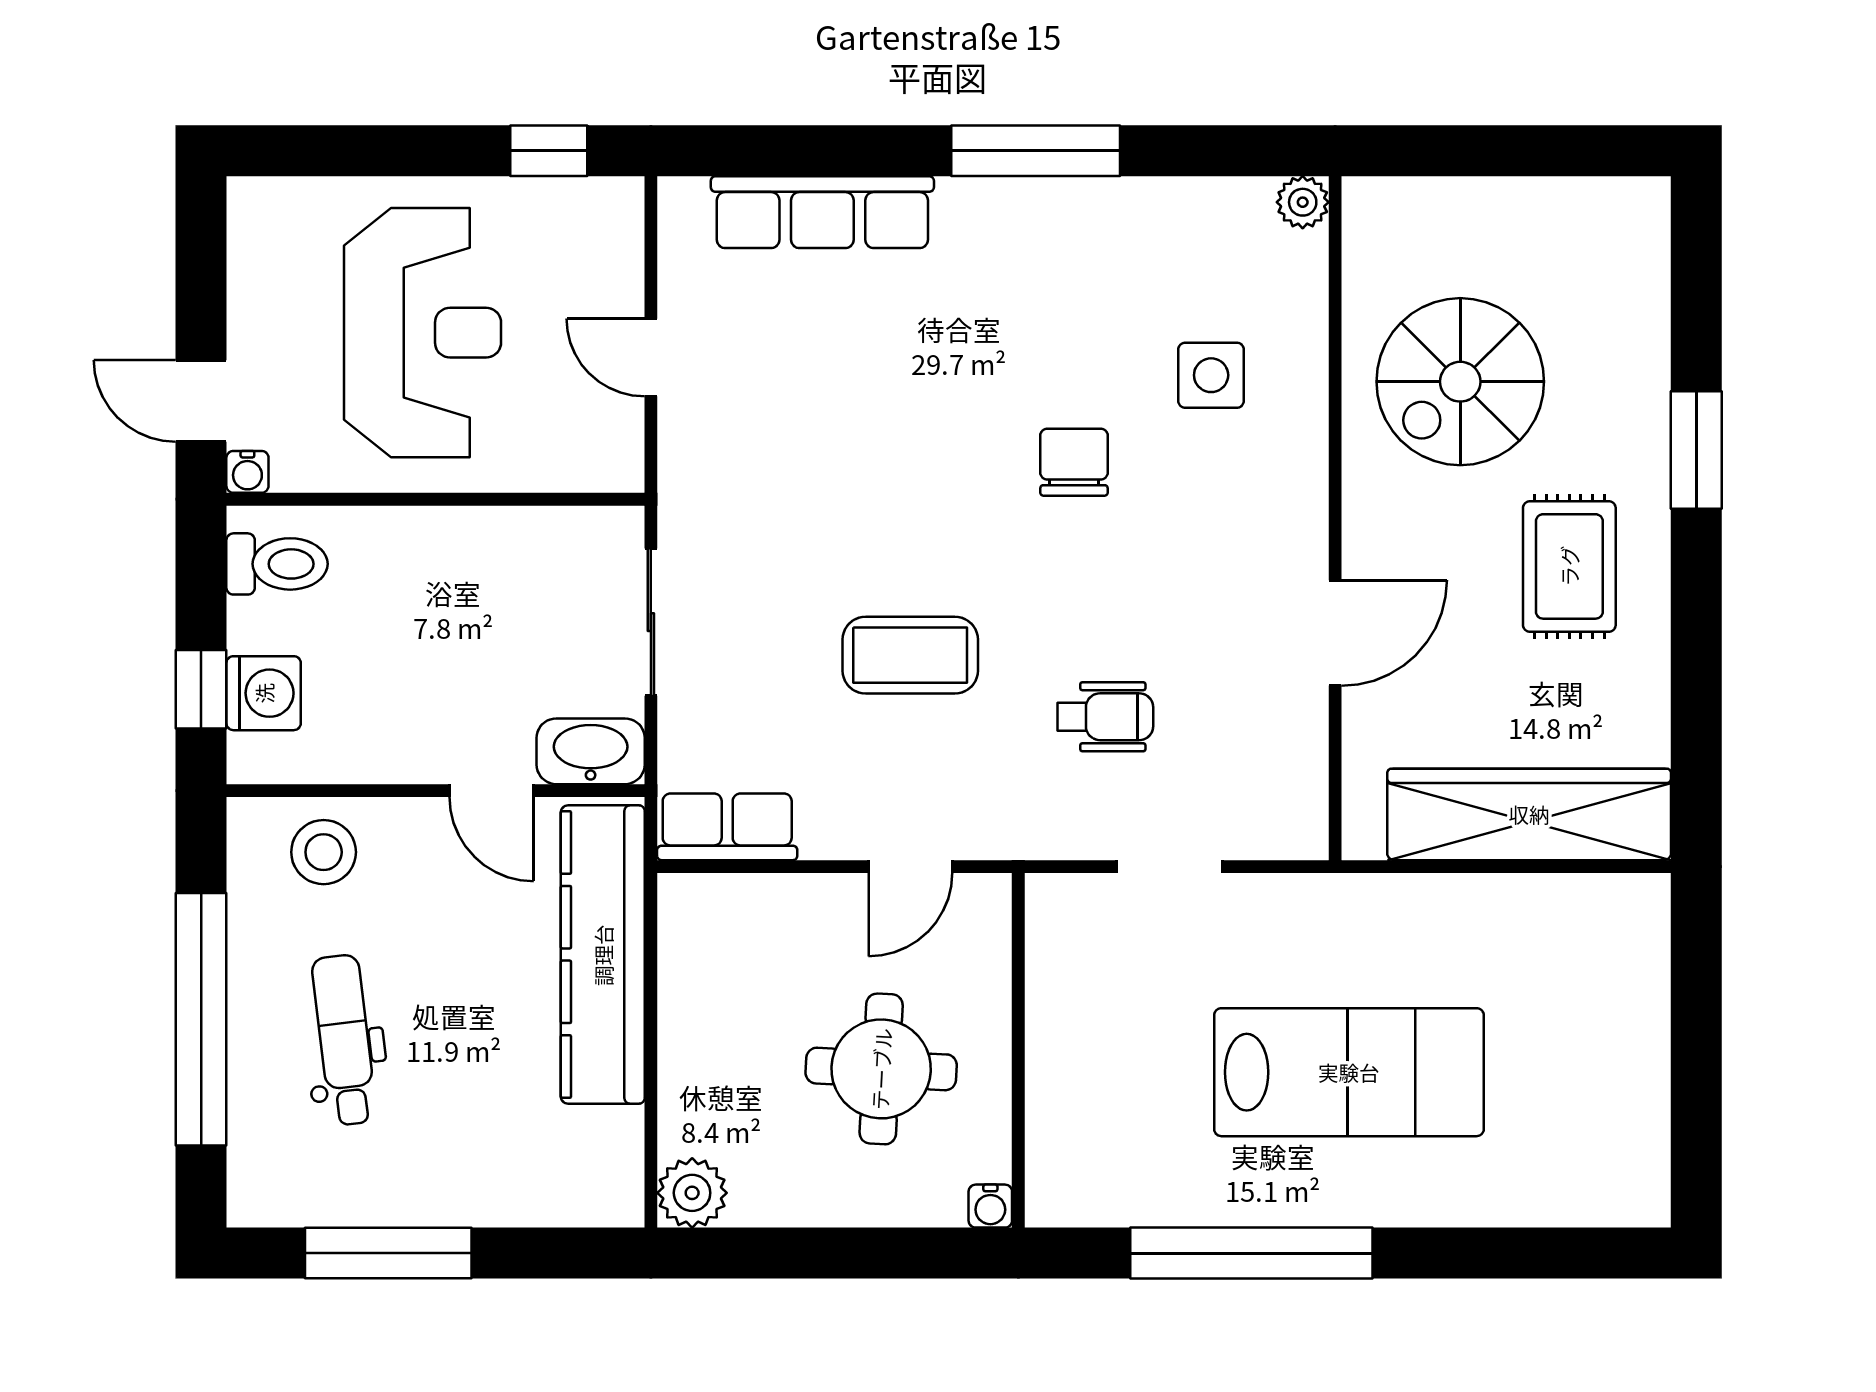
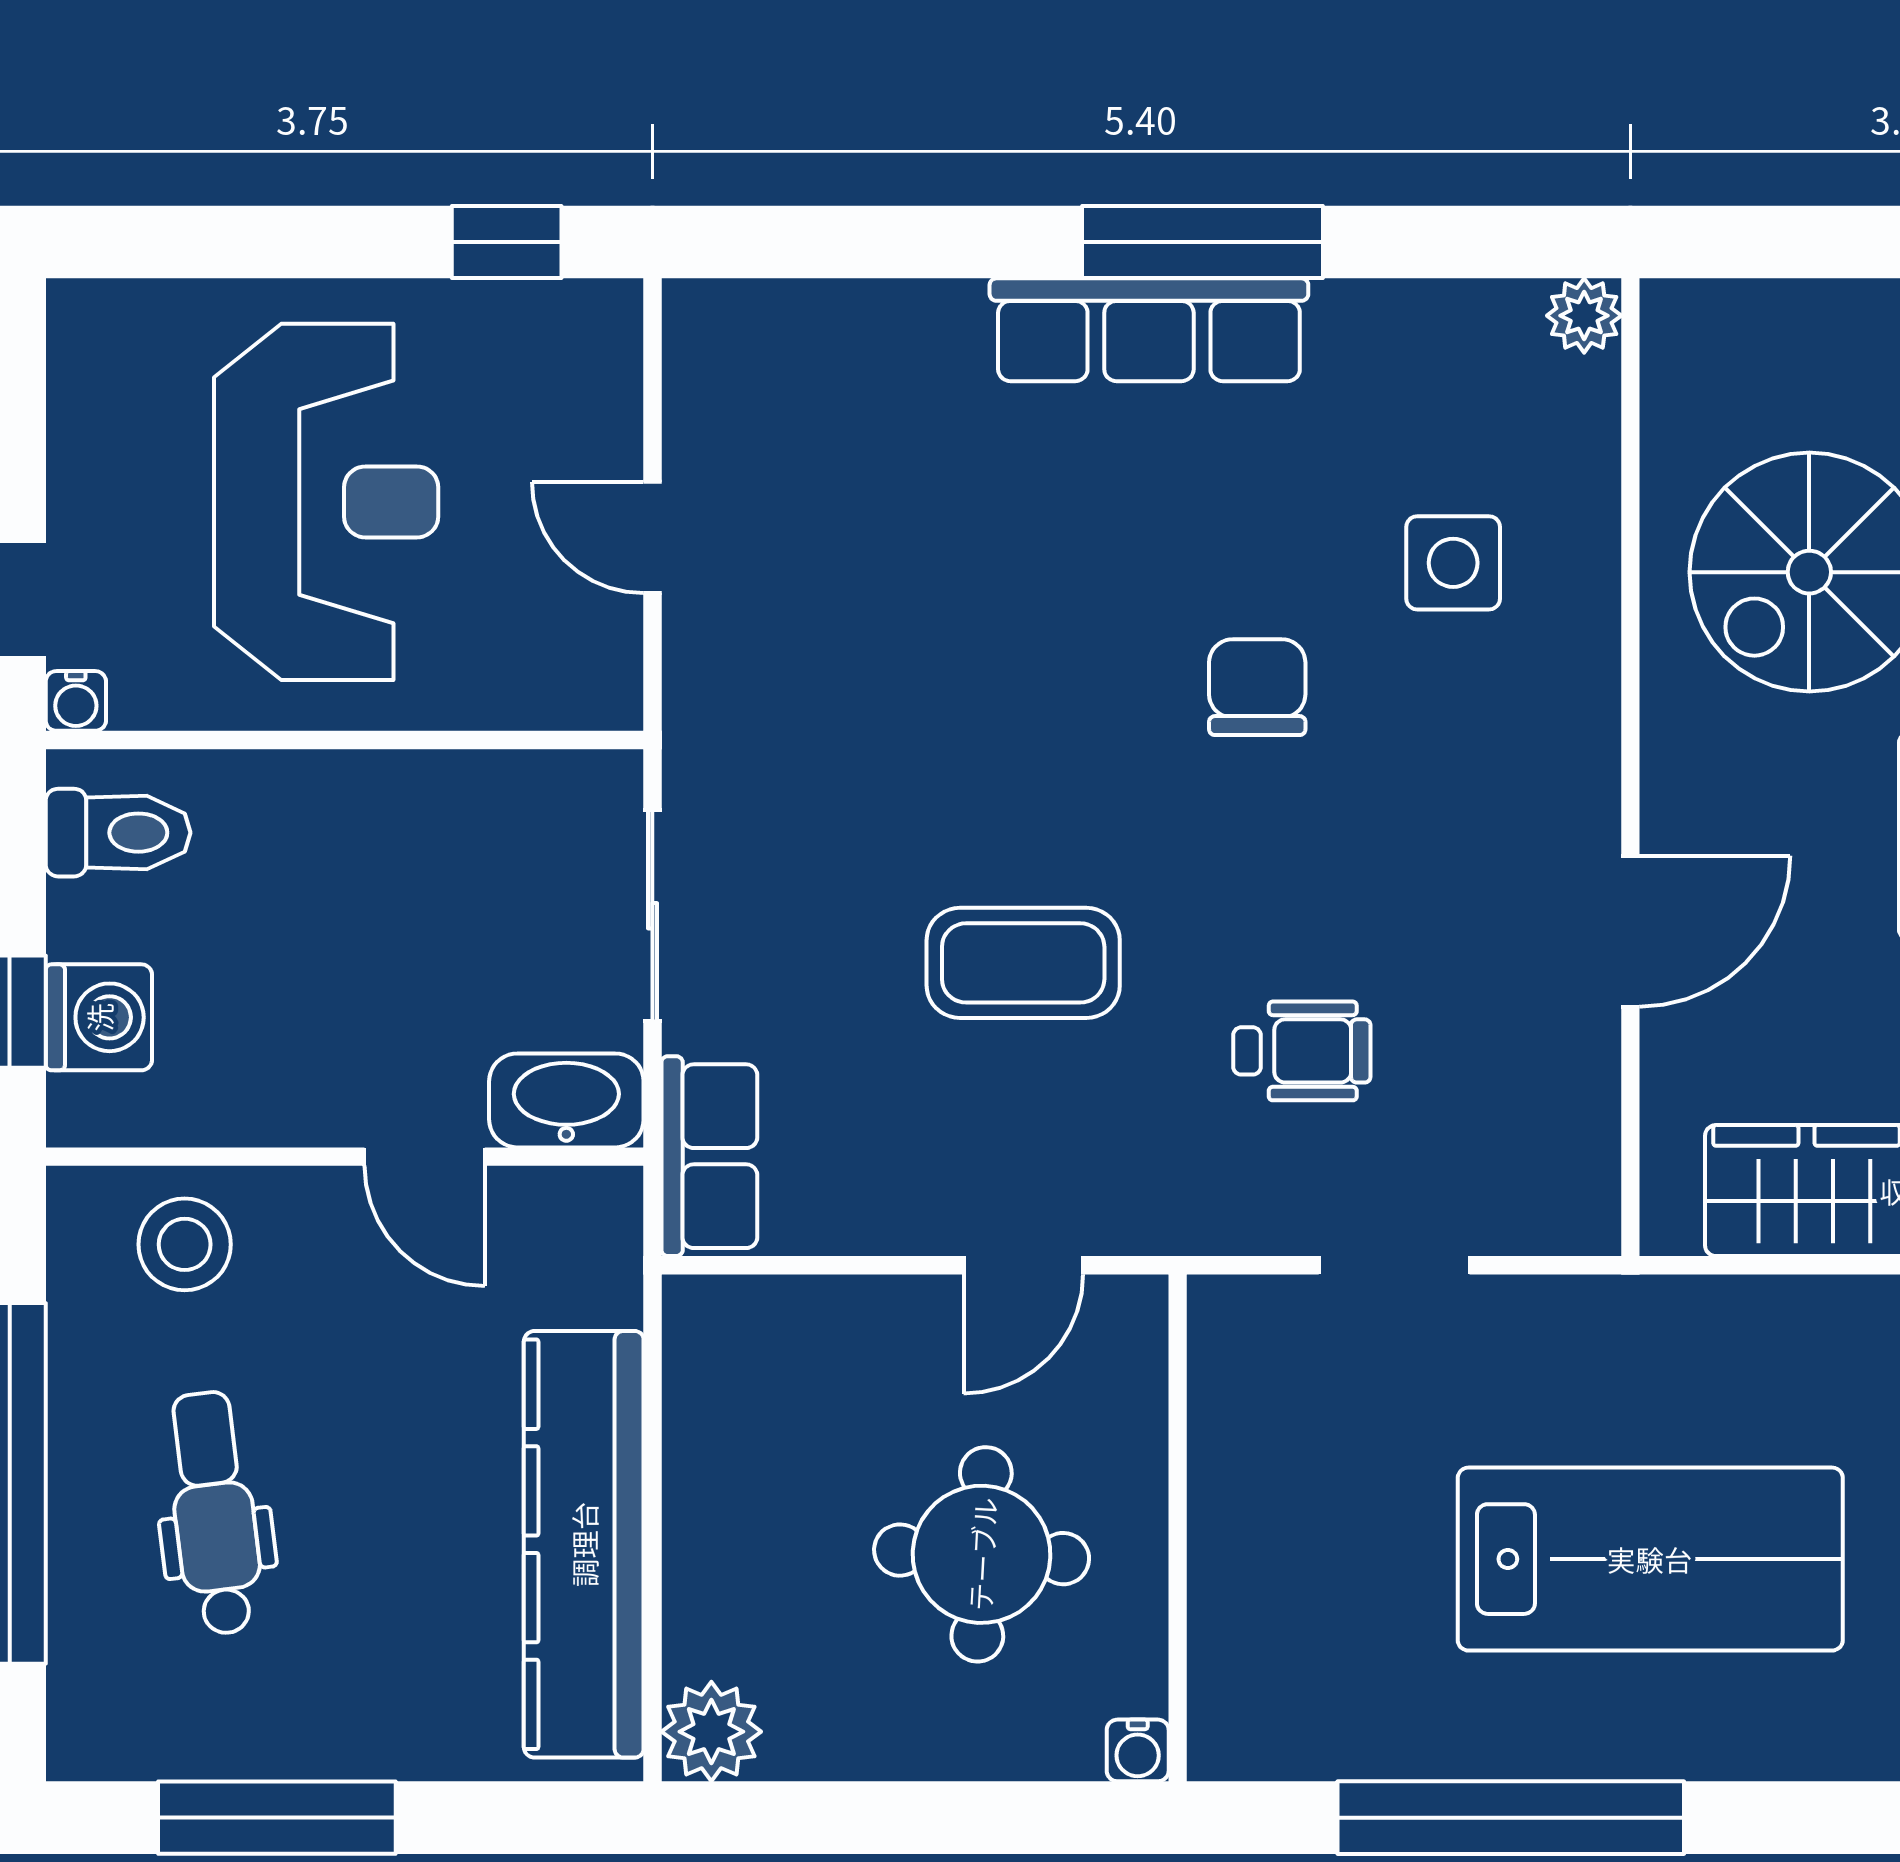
row of seats: (822, 212) -> (1149, 330), moved
row of seats: (727, 827) -> (709, 1156), moved, turned 90
kitchen counter: (603, 955) -> (584, 1544), moved

